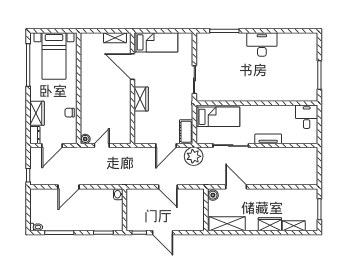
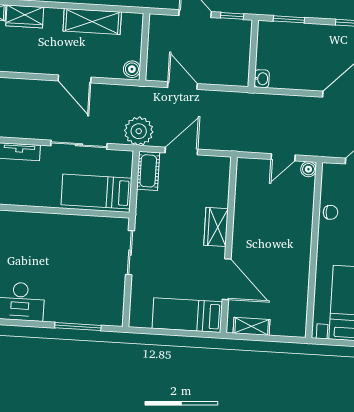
boiler: (213, 195) -> (132, 69), moved
wall: (206, 210) -> (144, 47), moved

